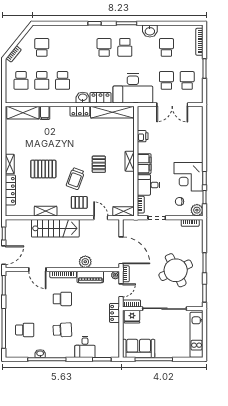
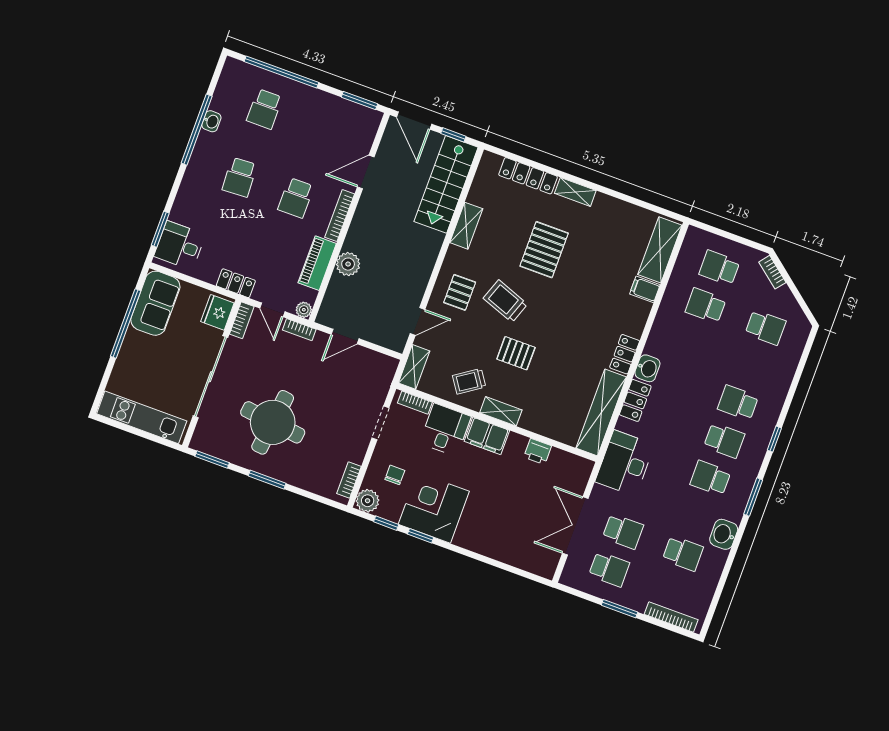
school desk: (63, 80) -> (738, 403), moved
desk: (133, 88) -> (625, 463), width x0.73, depth x0.77
trolley: (121, 182) -> (469, 381), added
stairs: (55, 228) -> (446, 184), moved
door: (121, 250) -> (345, 336), width x0.53
round table: (176, 270) -> (273, 422), turned 32
desk: (85, 347) -> (180, 245), moved

